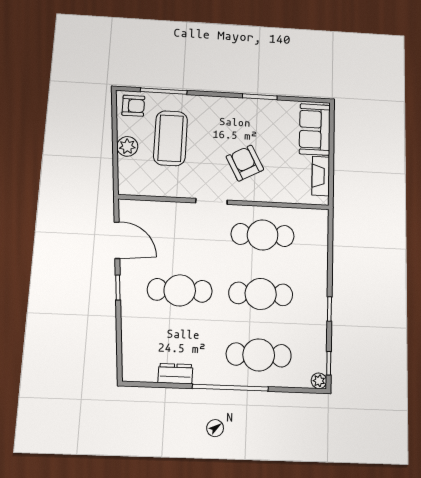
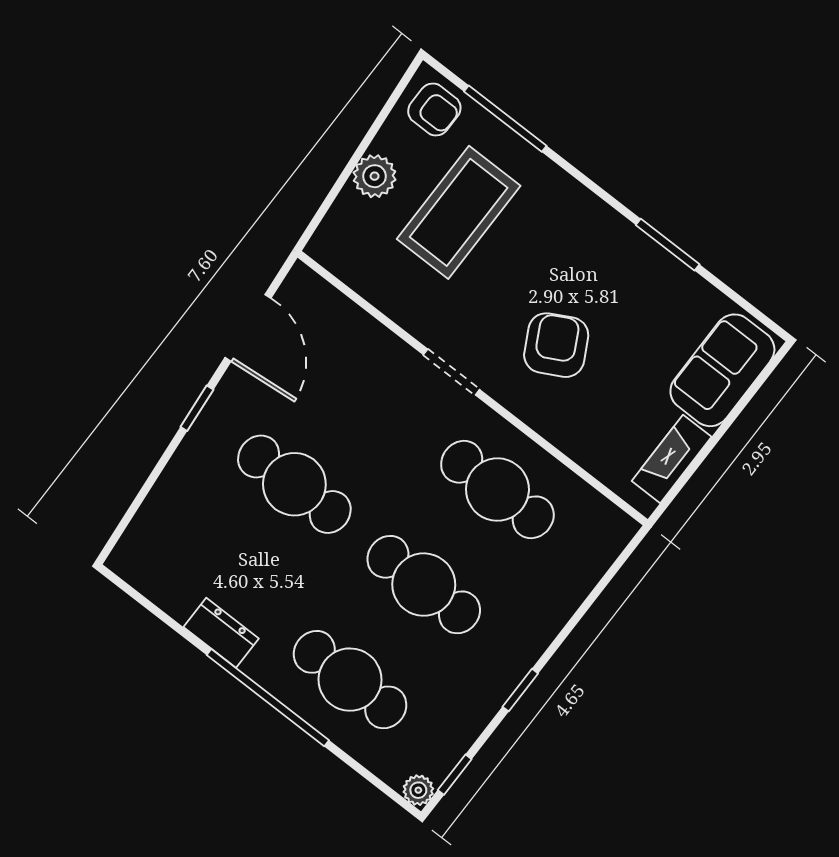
dresser: (175, 374) -> (221, 633), moved

